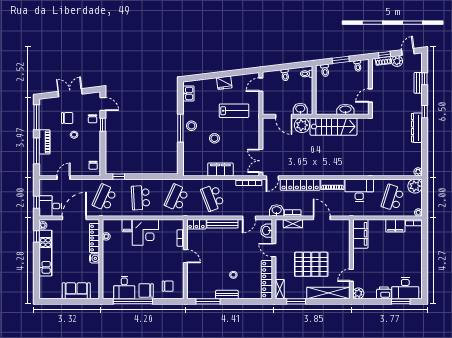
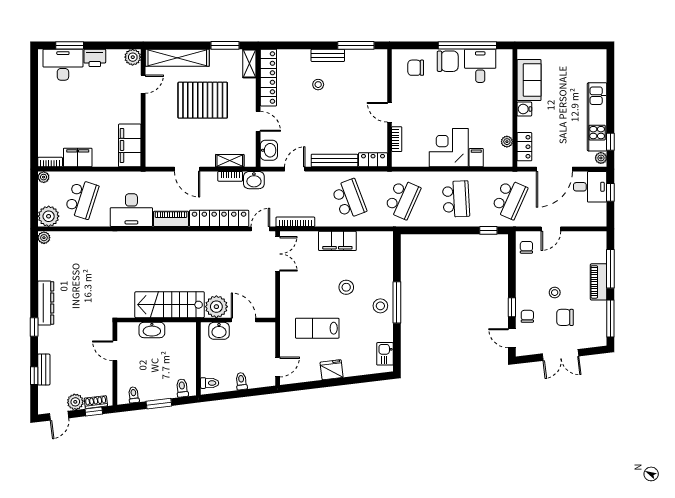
door: (370, 96) -> (115, 351), swing flipped
door: (63, 178) -> (551, 229), moved
locker: (94, 238) -> (524, 147), width x0.66
sofa: (76, 291) -> (529, 80), moved, turned -90

